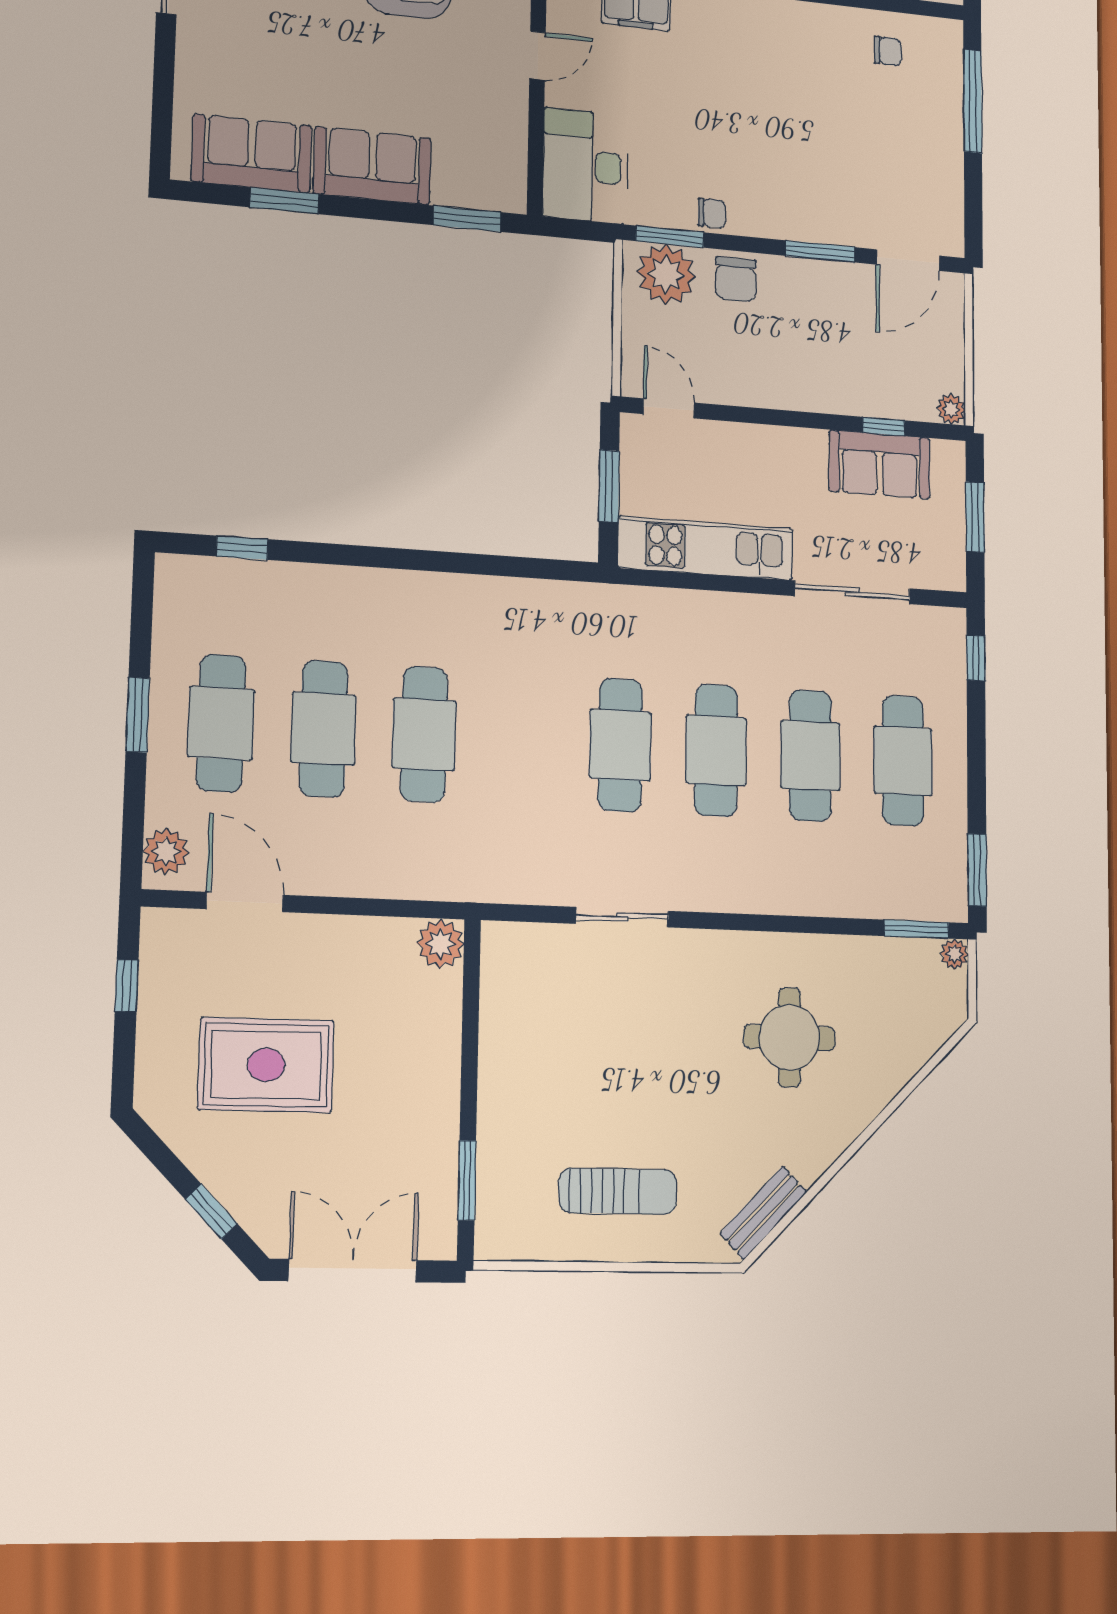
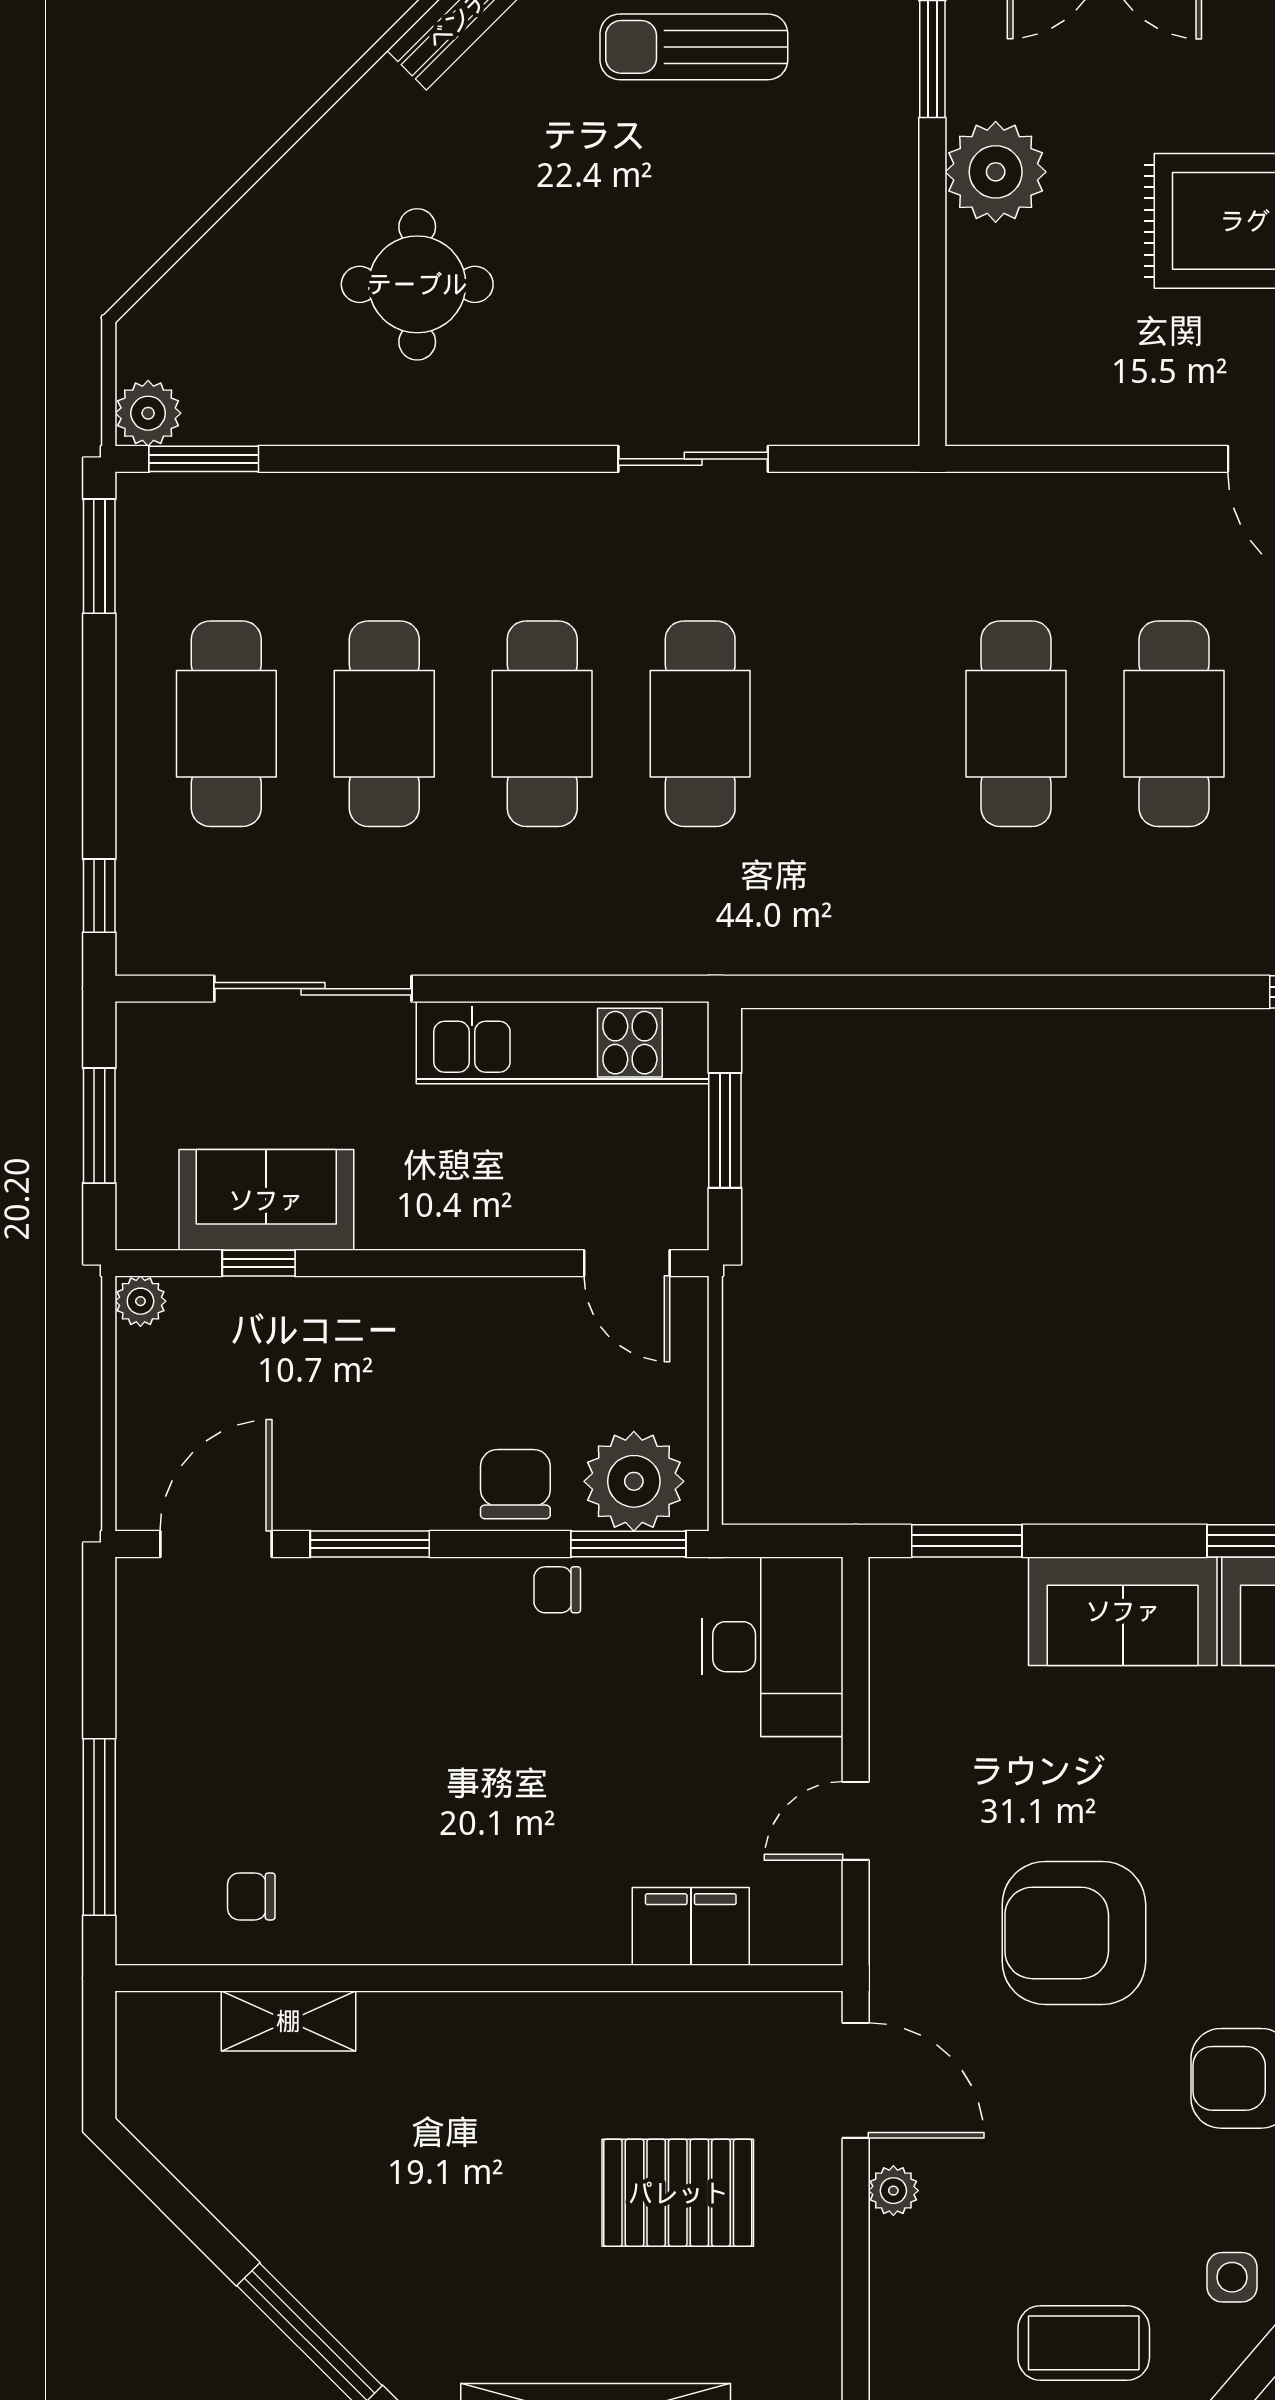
plant: (440, 944) -> (996, 172), moved, width x1.36, depth x1.36
plant: (954, 954) -> (148, 413), width x1.38, depth x1.38

